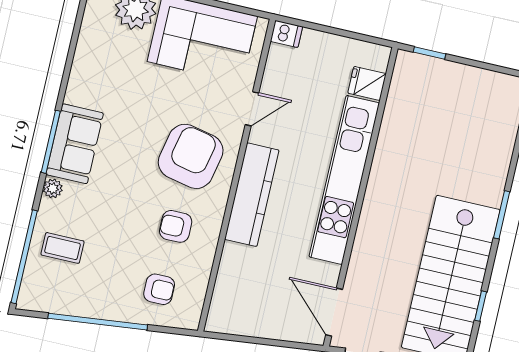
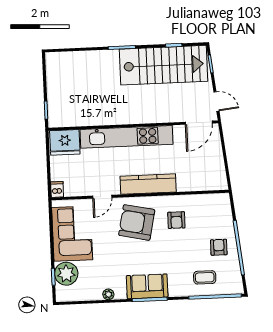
fridge: (367, 83) -> (65, 142), width x1.88, depth x1.34
door: (252, 109) -> (102, 197), swing flipped
plant: (53, 188) -> (108, 294), moved
coffee table: (62, 248) -> (205, 277), turned 90
armchair: (159, 289) -> (219, 247), moved

